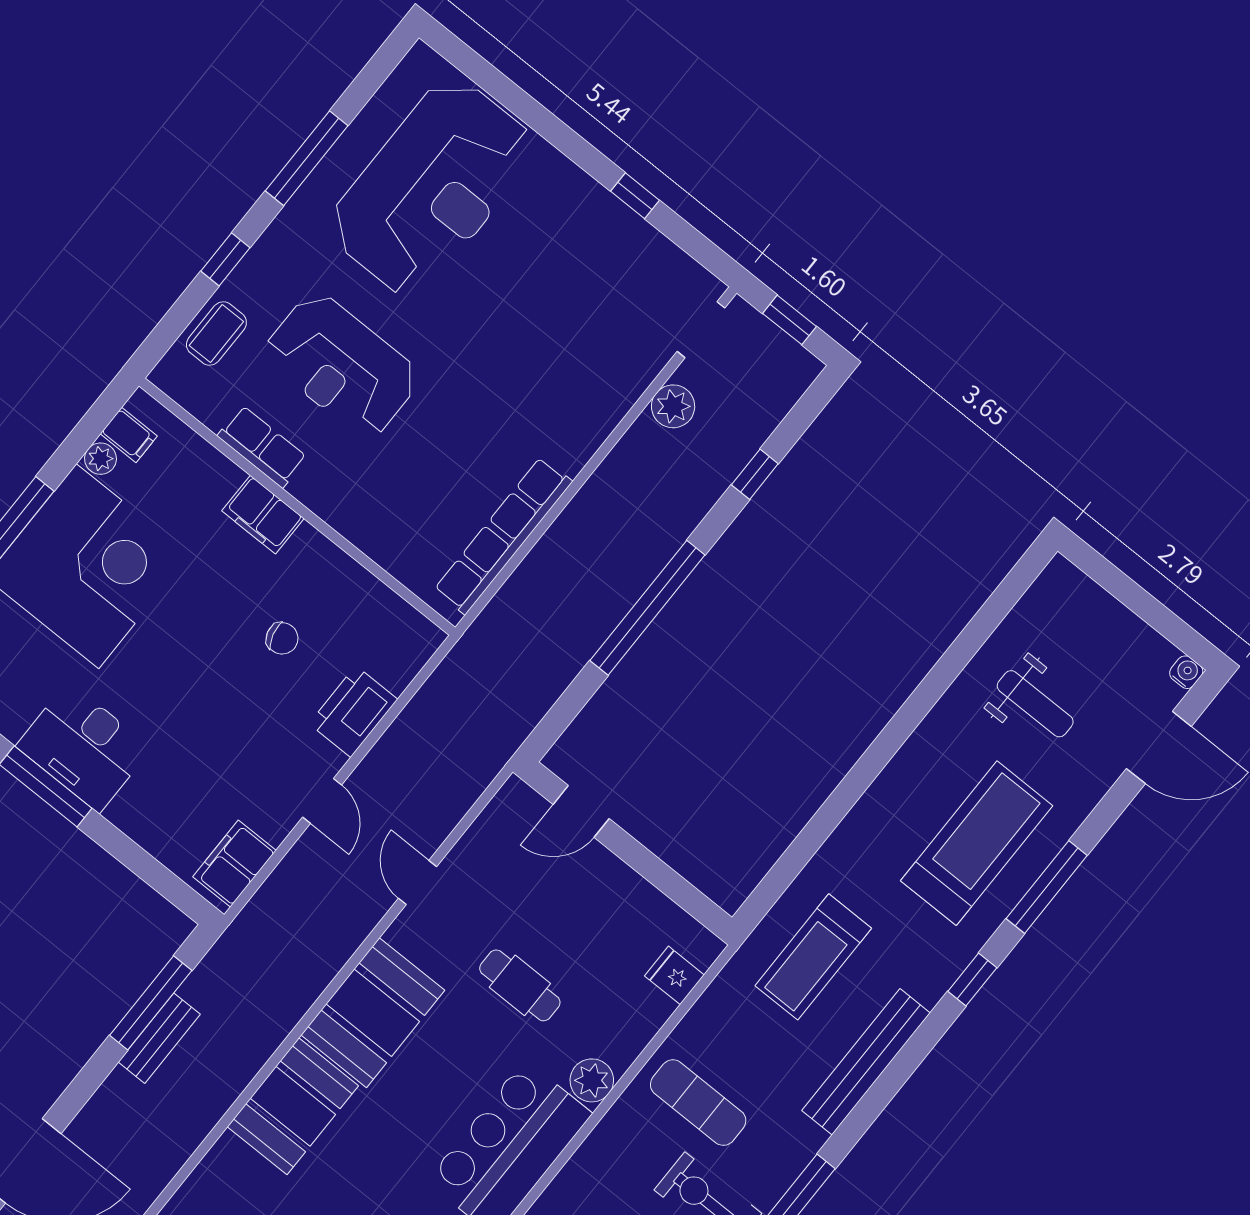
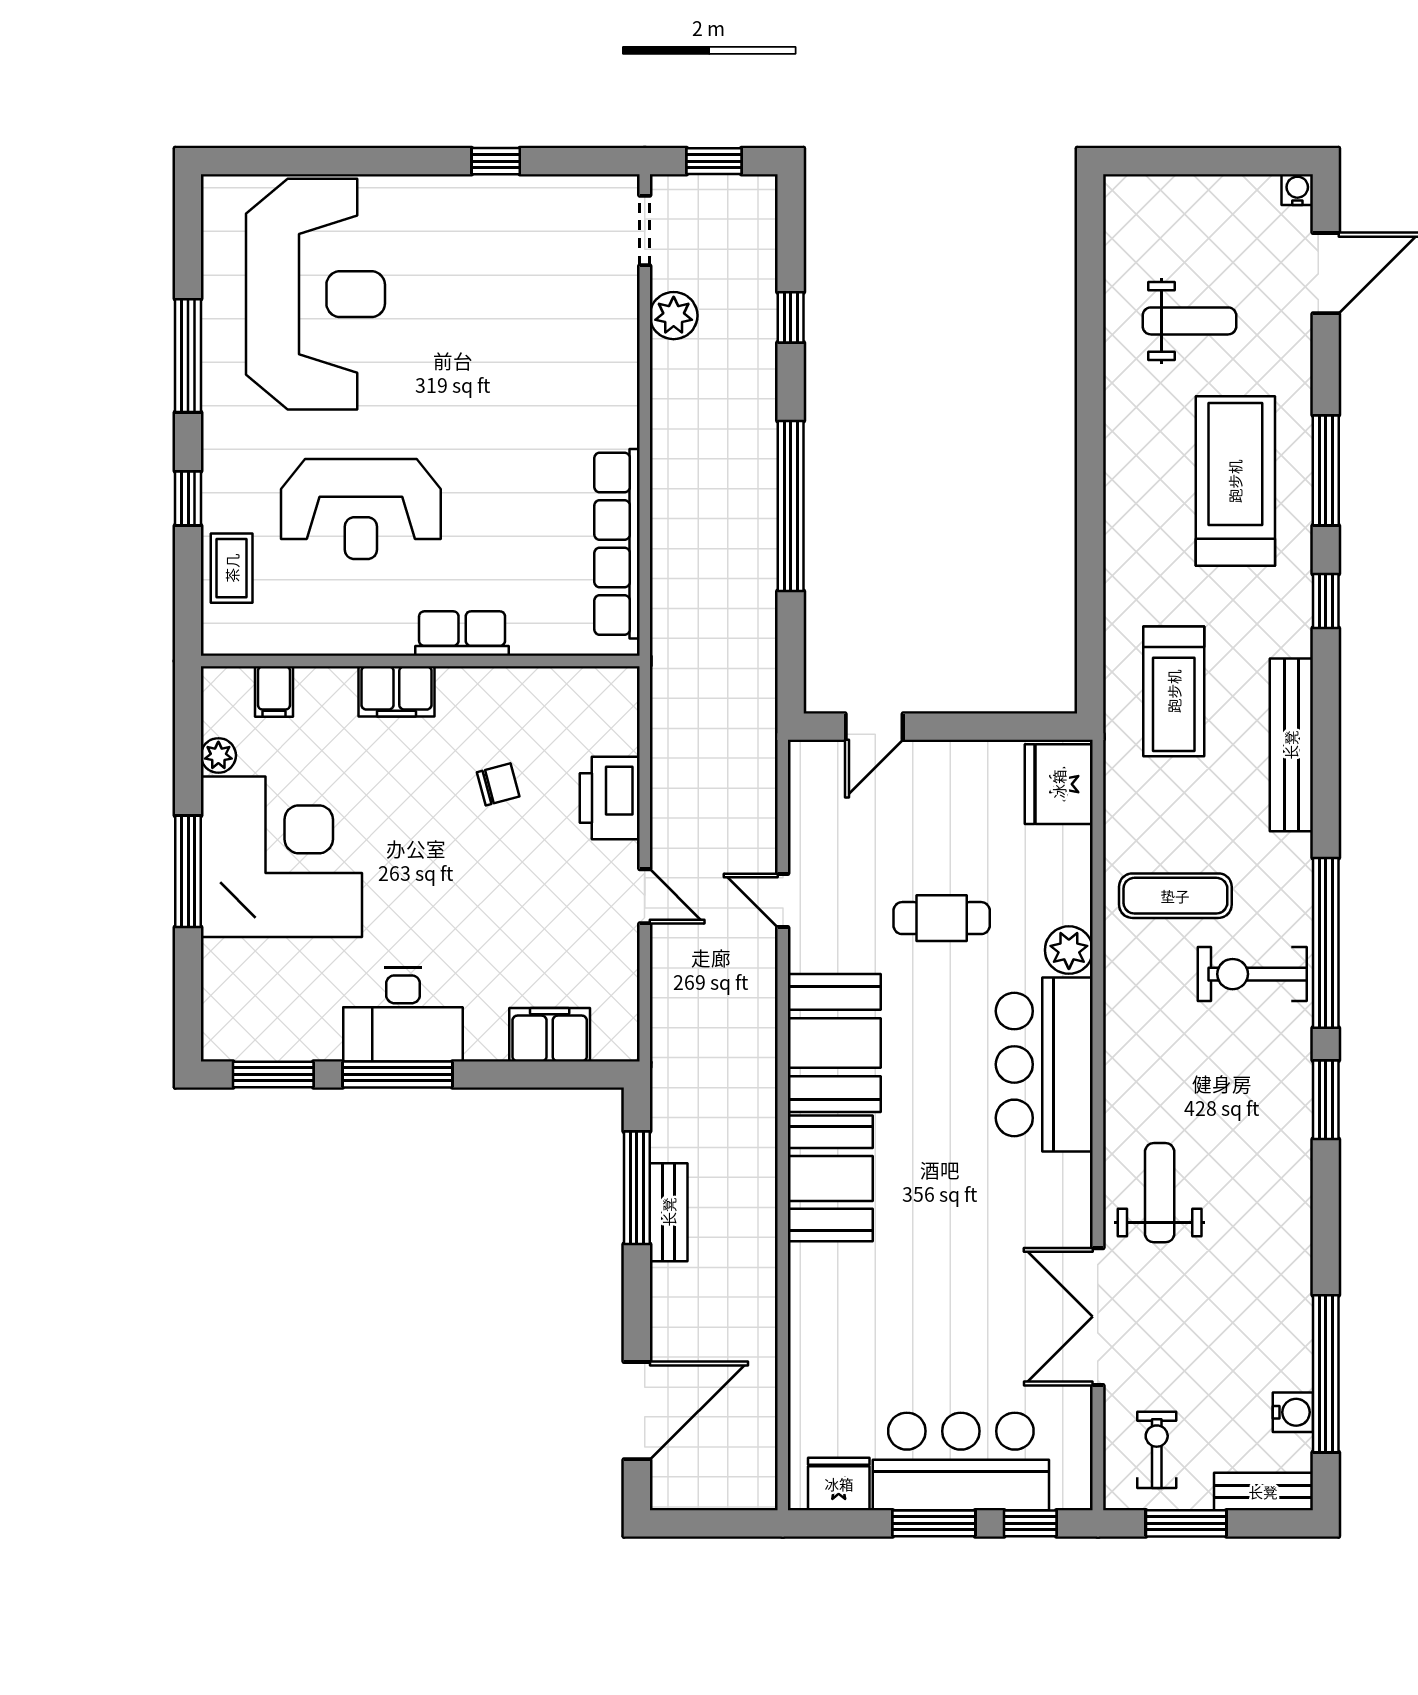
filing cabinet: (129, 435) -> (274, 691), moved, turned 90
row of seats: (262, 447) -> (462, 634), moved
filing cabinet: (234, 864) -> (550, 1035), moved, turned 90
fridge: (674, 975) -> (1059, 784), width x1.88, depth x1.34

